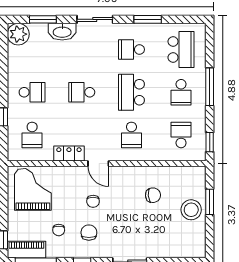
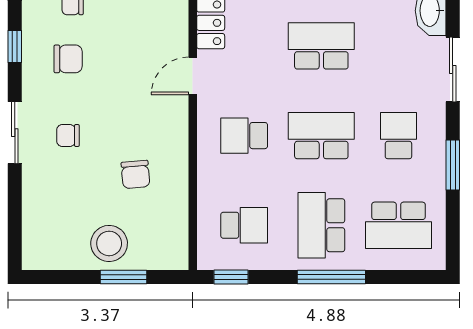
school desk: (82, 92) -> (321, 46), width x1.85
school desk: (181, 92) -> (321, 225), width x1.85
chair: (93, 201) -> (68, 136), moved

